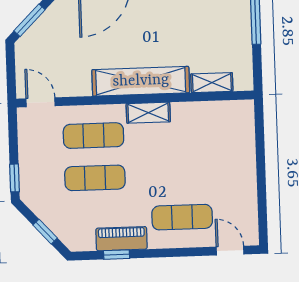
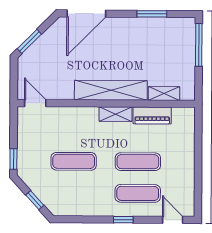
exercise mat: (93, 136) -> (138, 162), moved
piano: (121, 239) -> (152, 116), moved, turned 180
window: (117, 255) -> (123, 220), moved

